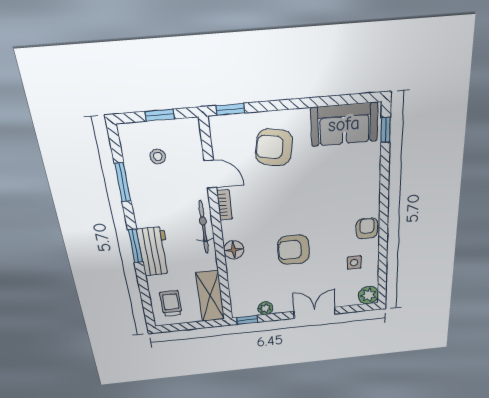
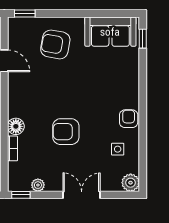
bookcase: (225, 205) -> (12, 148), moved

